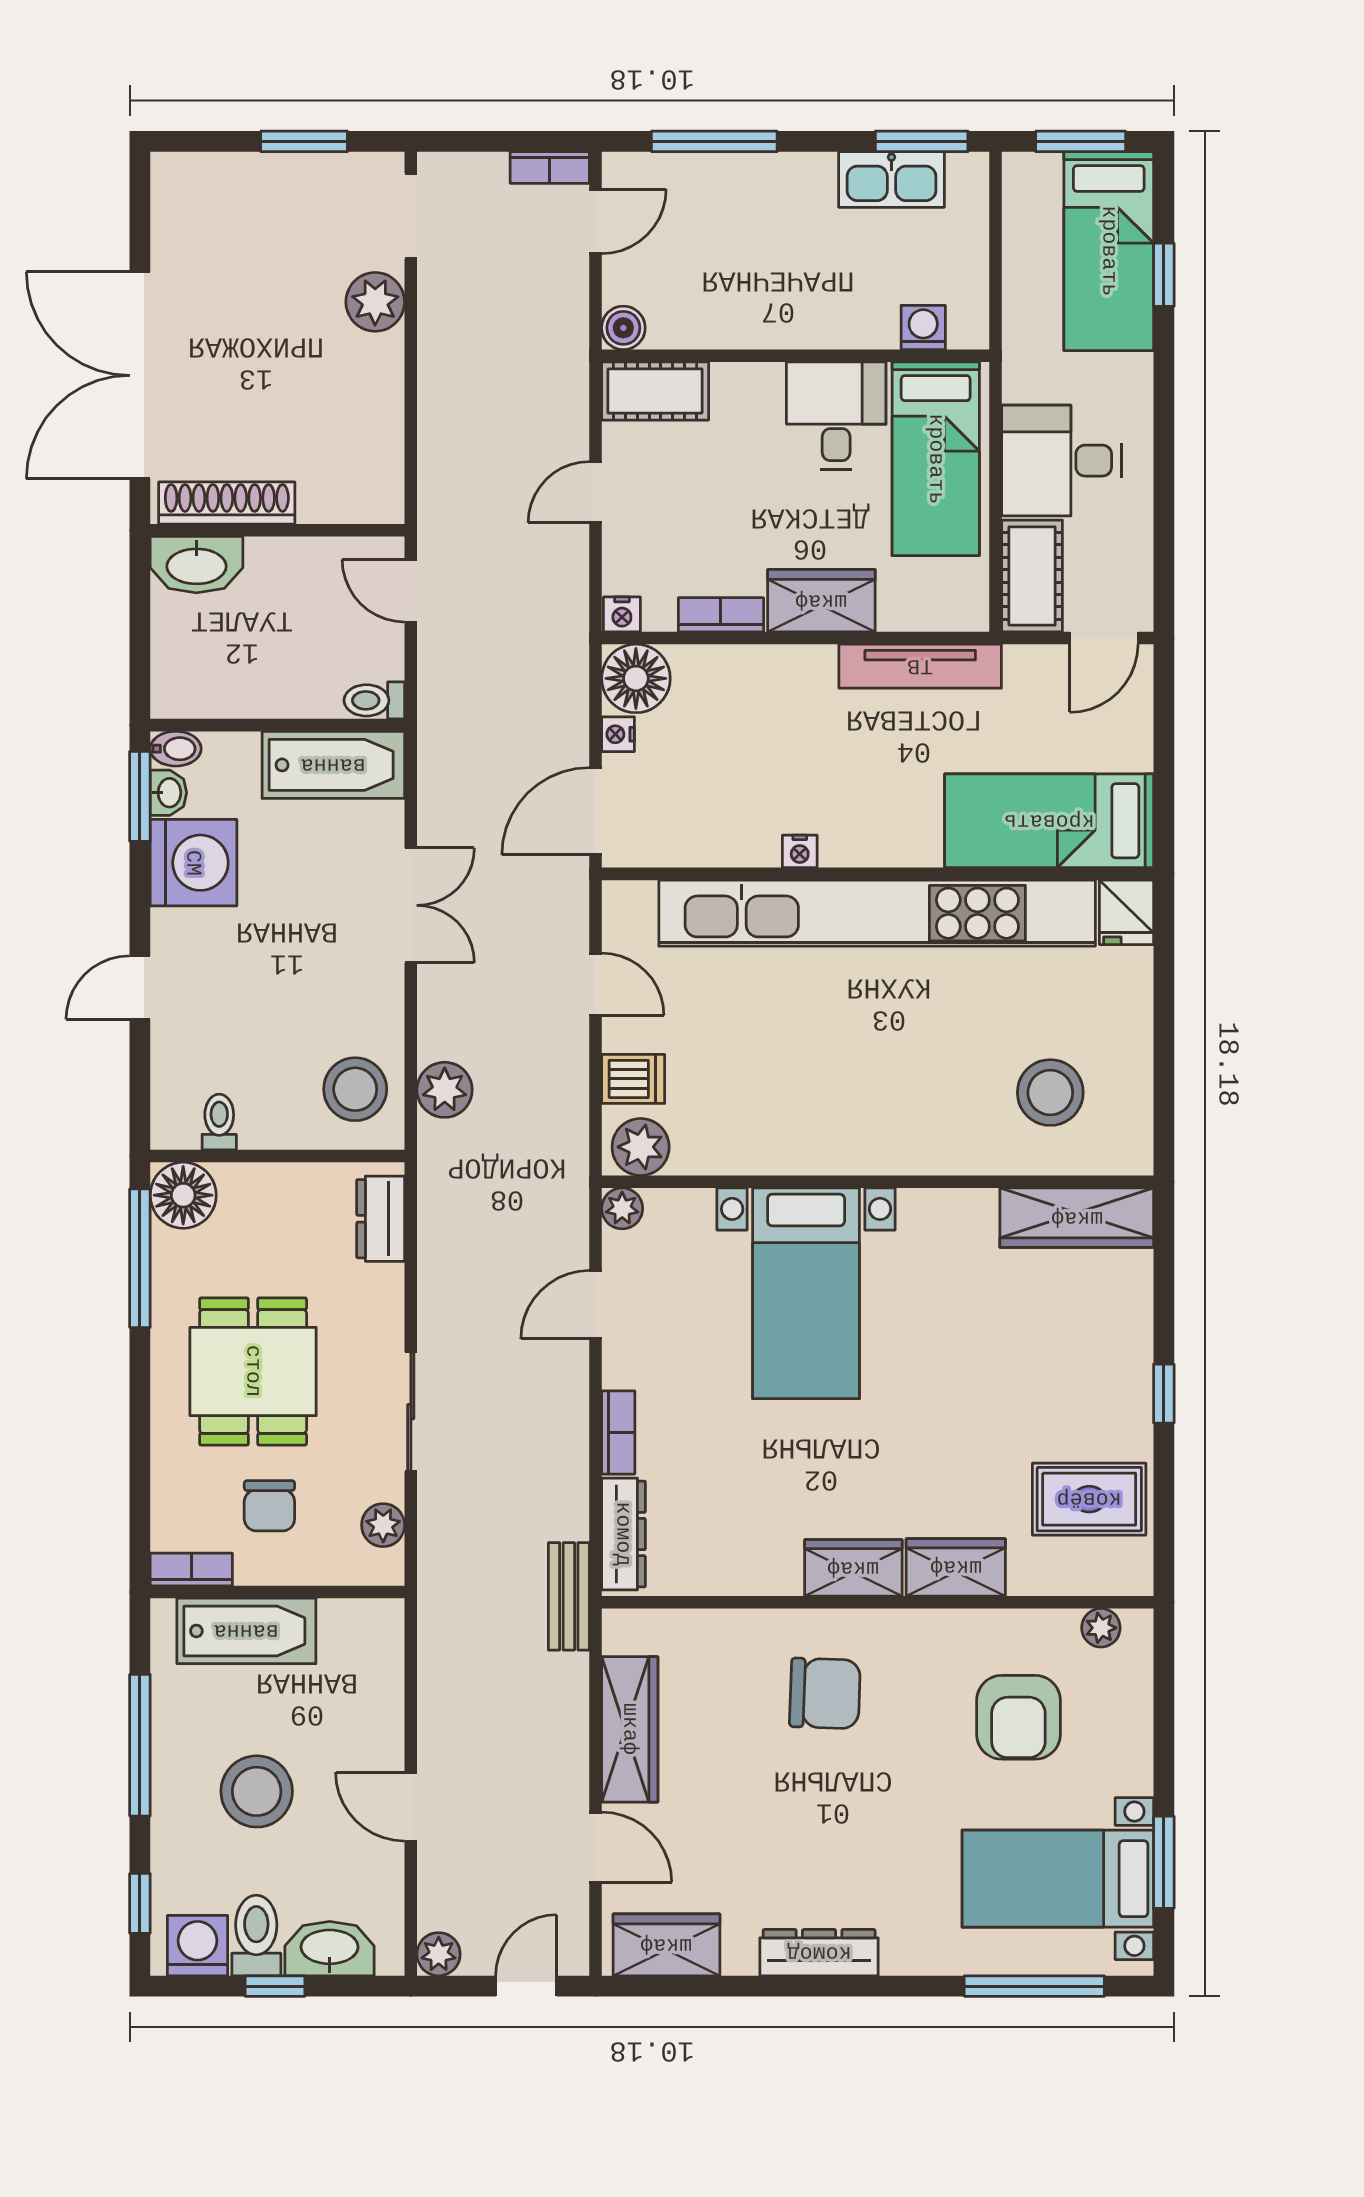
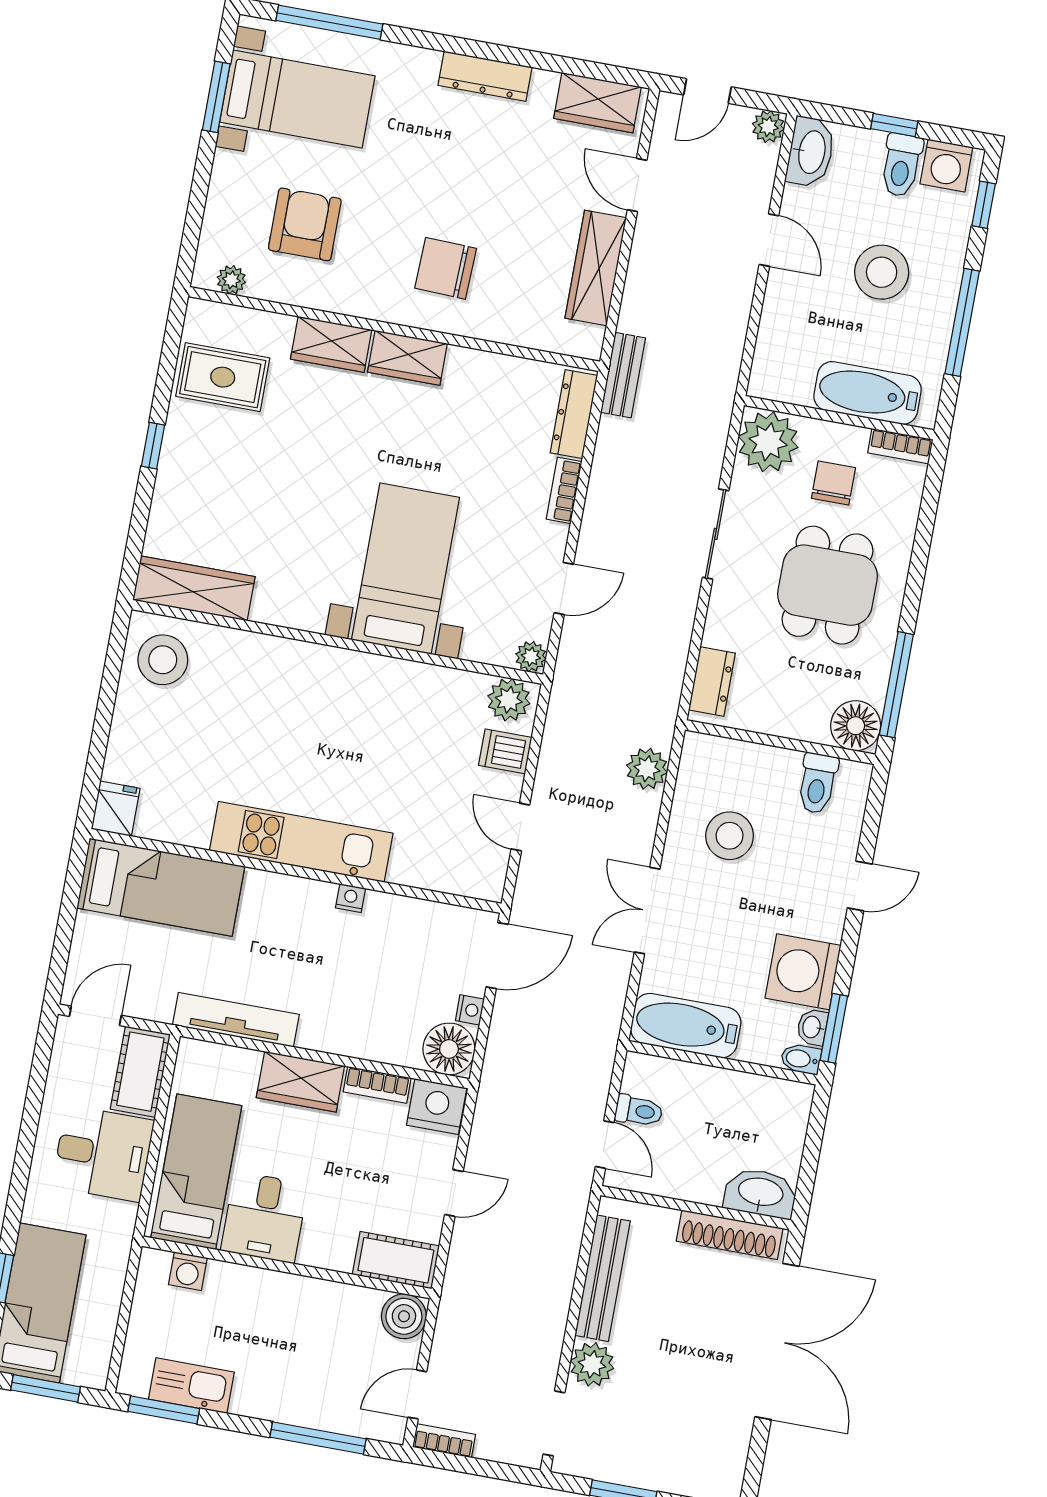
boiler: (623, 328) -> (404, 1316), width x1.36, depth x1.36
bench: (382, 416) -> (603, 1278), added
nightstand: (622, 614) -> (437, 1107), width x1.89, depth x1.79
toilet: (374, 700) -> (639, 1111), moved
kitchen unit: (877, 913) -> (301, 842), width x0.54
stool: (355, 1089) -> (730, 836), moved
stool: (1050, 1093) -> (163, 660), moved
toilet: (219, 1122) -> (817, 783), width x1.37, depth x1.39
plant: (383, 1525) -> (768, 442), width x1.88, depth x1.88
washbasin: (330, 1949) -> (811, 152), moved, turned -90

